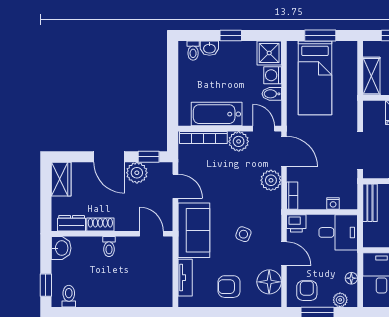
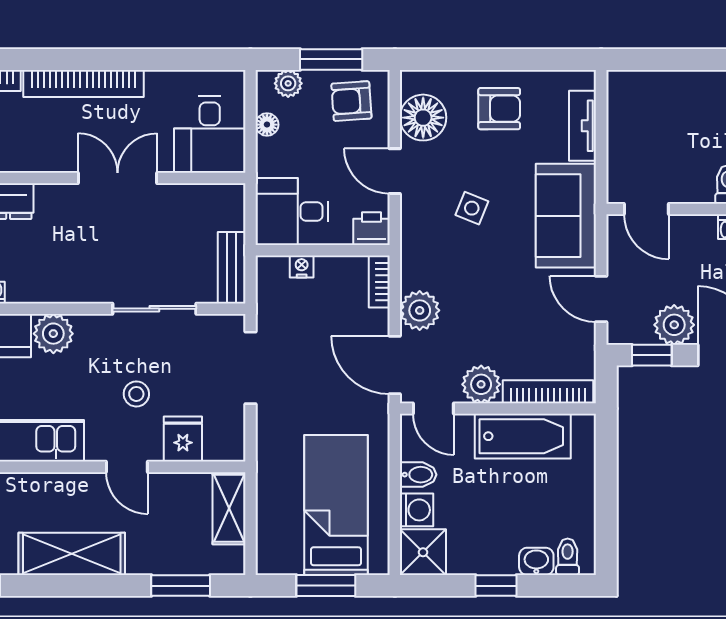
armchair: (307, 291) -> (351, 101), turned 86

